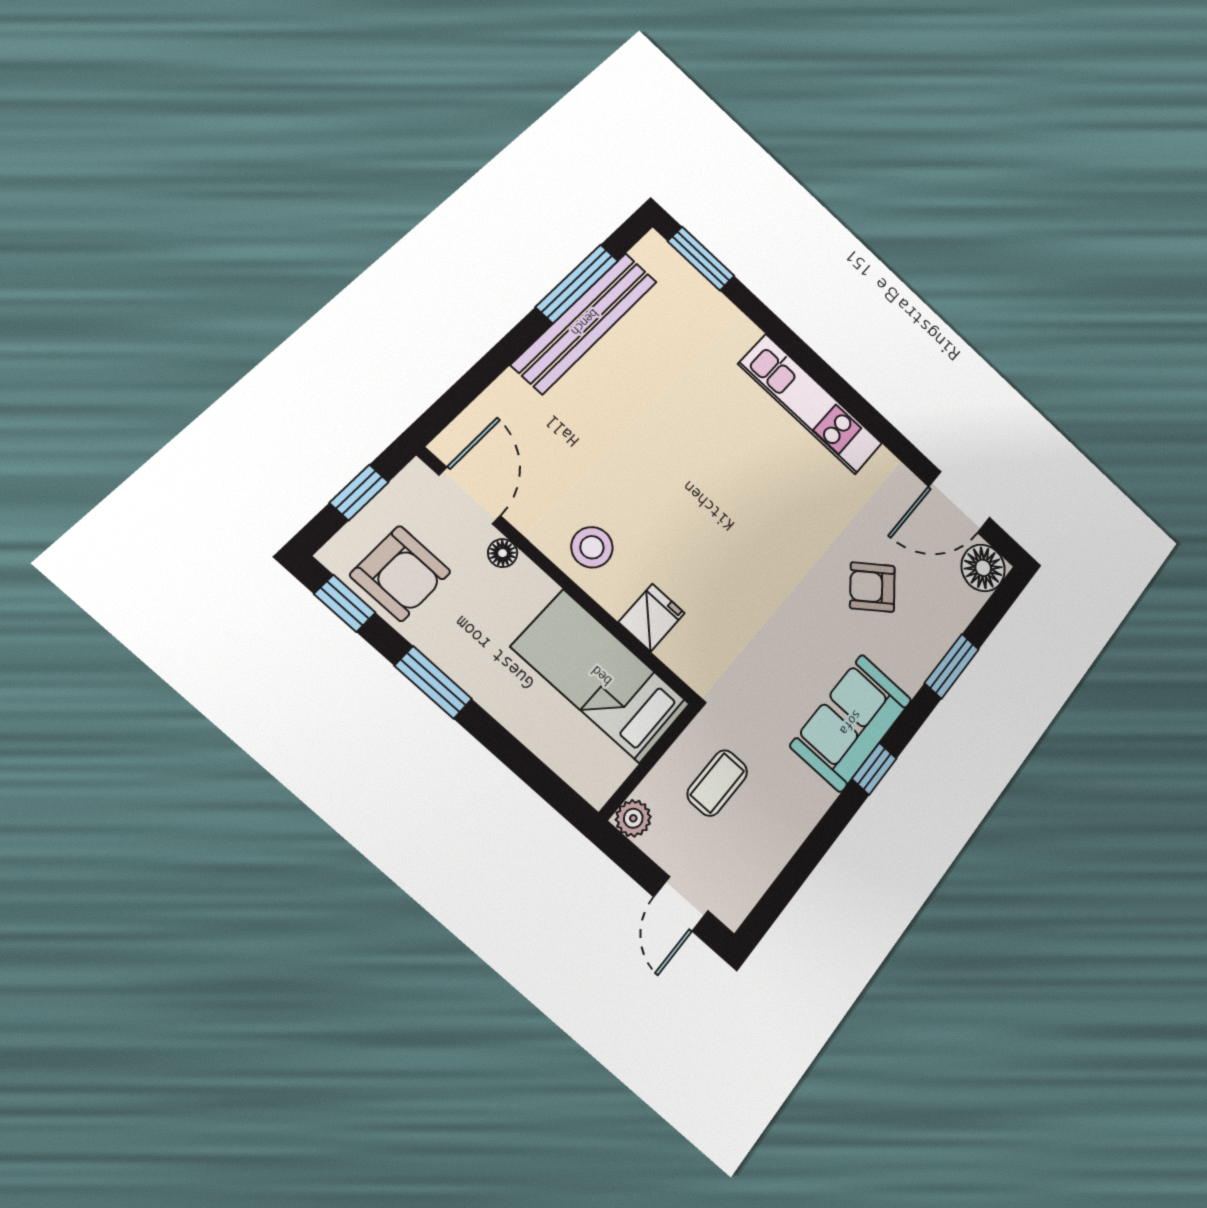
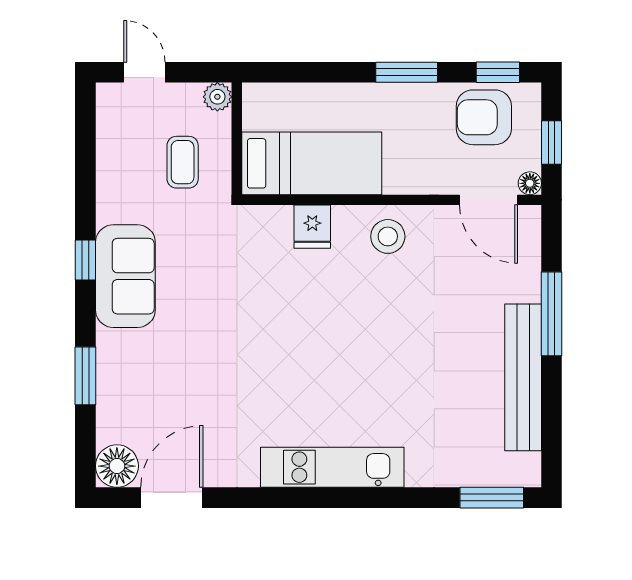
window: (577, 284) -> (552, 314), moved
floor lamp: (503, 553) -> (530, 183), moved
armchair: (872, 587) -> (185, 379), removed

